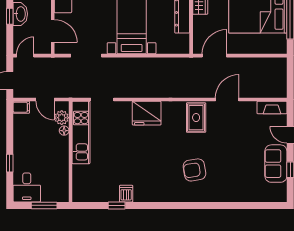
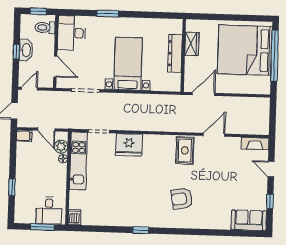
fridge: (147, 113) -> (129, 145), moved
sofa: (276, 164) -> (249, 220), moved, turned 90
desk: (27, 187) -> (49, 211), moved
dishwasher: (126, 194) -> (75, 217), moved
window: (117, 205) -> (141, 230), moved

